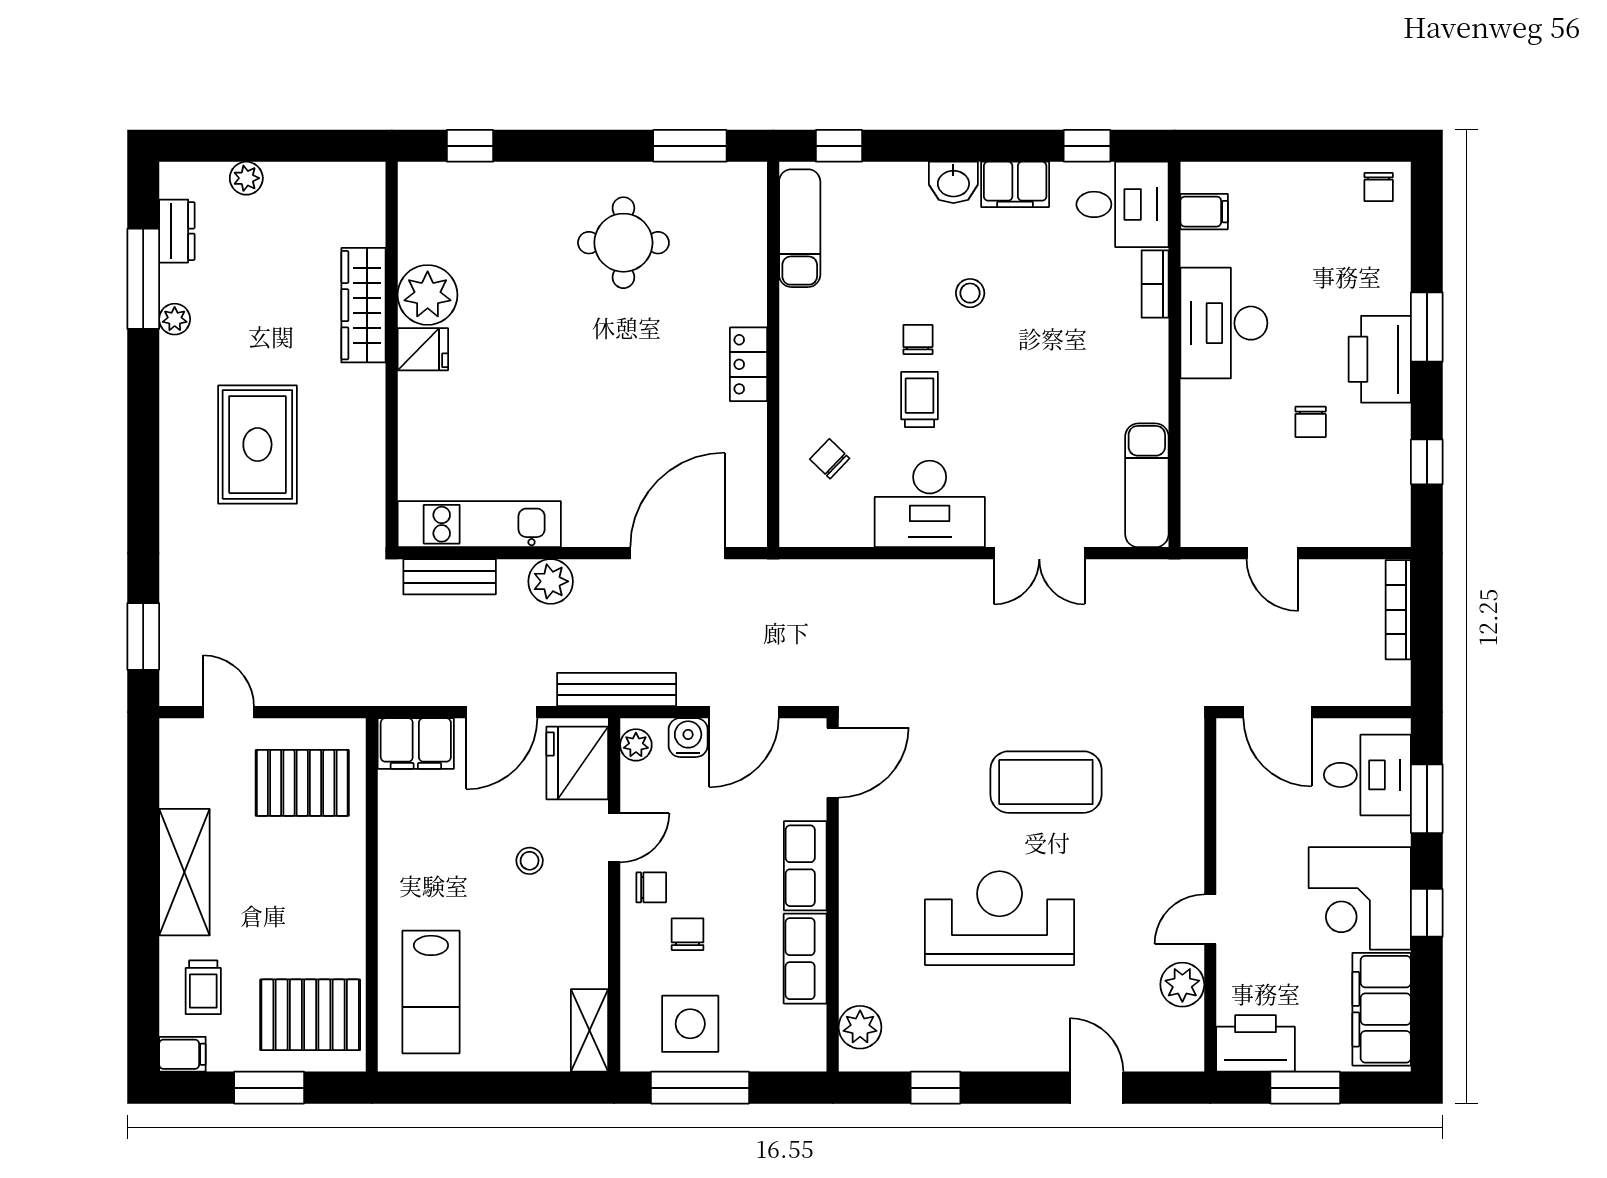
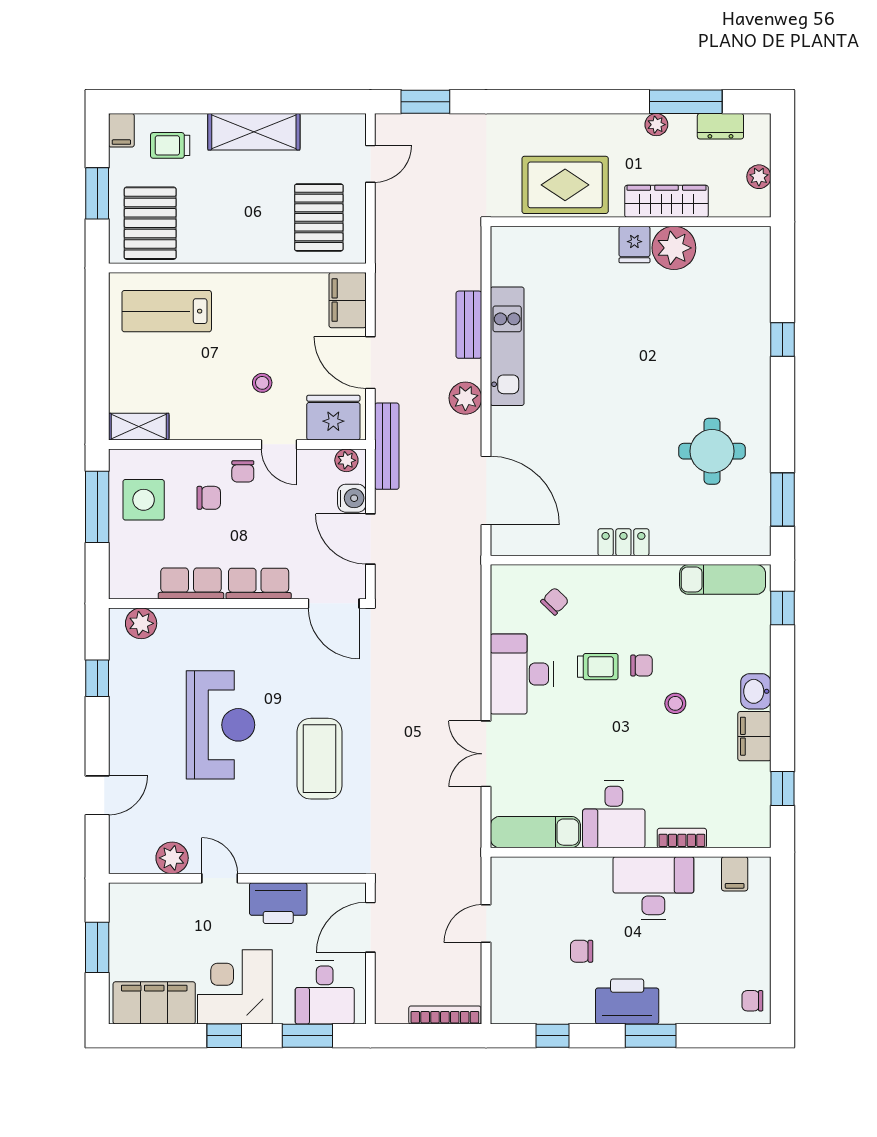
desk: (1122, 204) -> (614, 814), moved
plant: (428, 295) -> (674, 248), moved
wardrobe: (364, 305) -> (667, 201), moved
fridge: (423, 349) -> (634, 244), moved
wall: (392, 354) -> (631, 222), moved
printer: (1256, 1043) -> (278, 903), moved, turned 90

